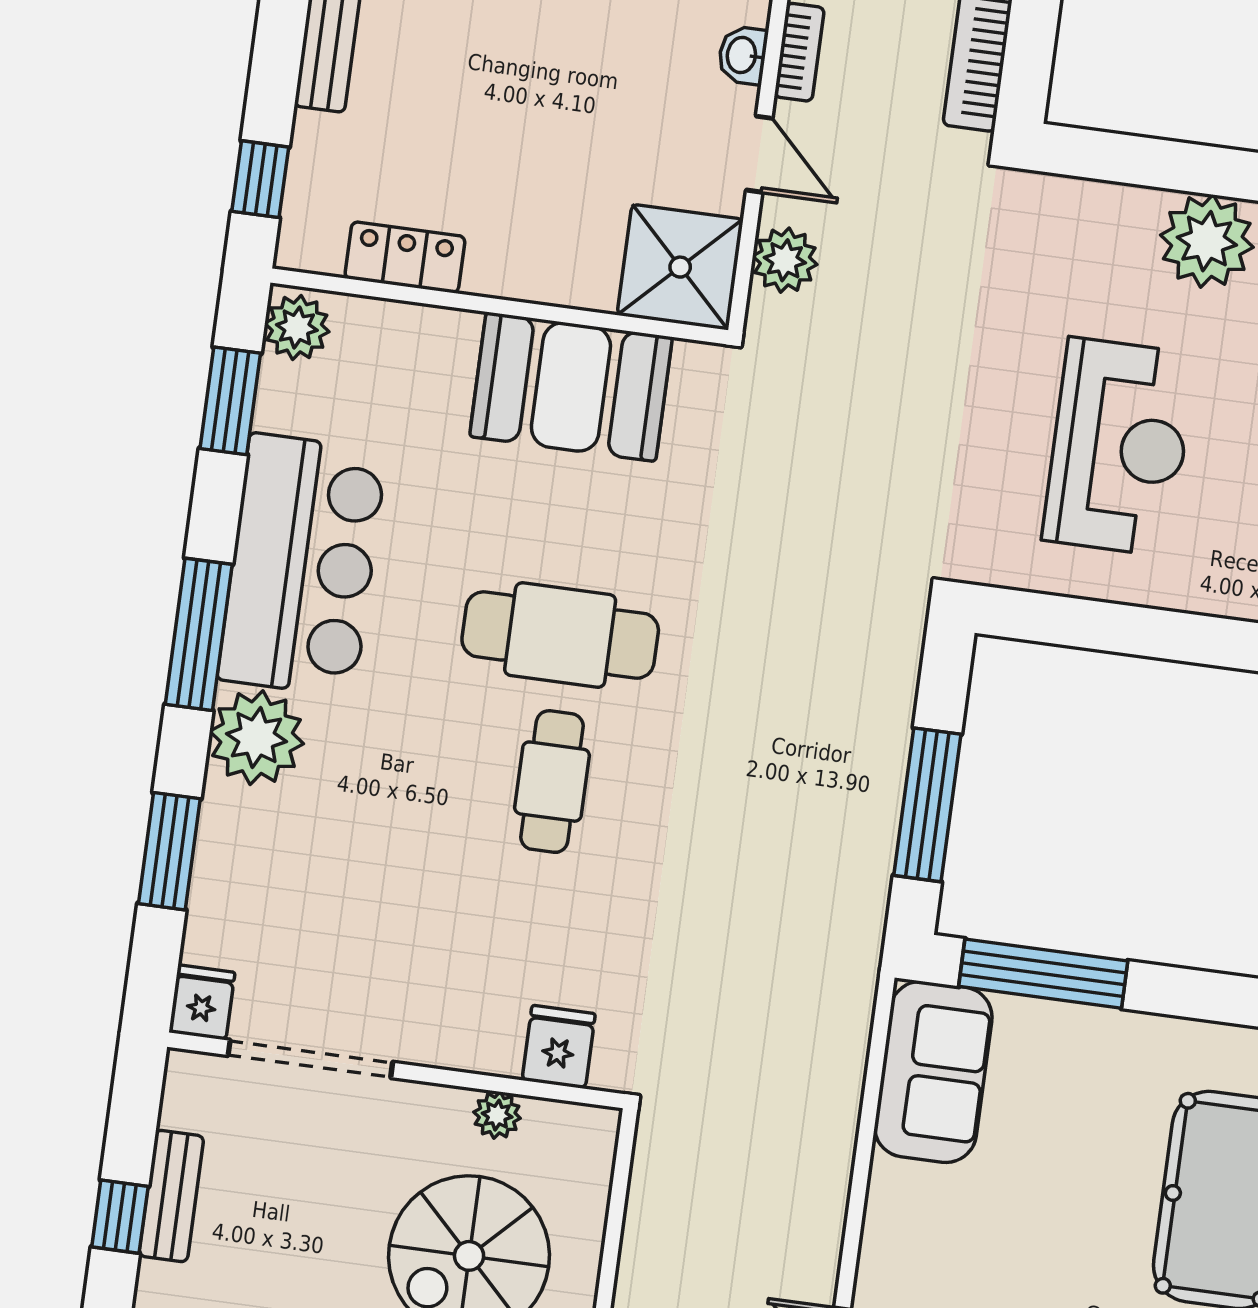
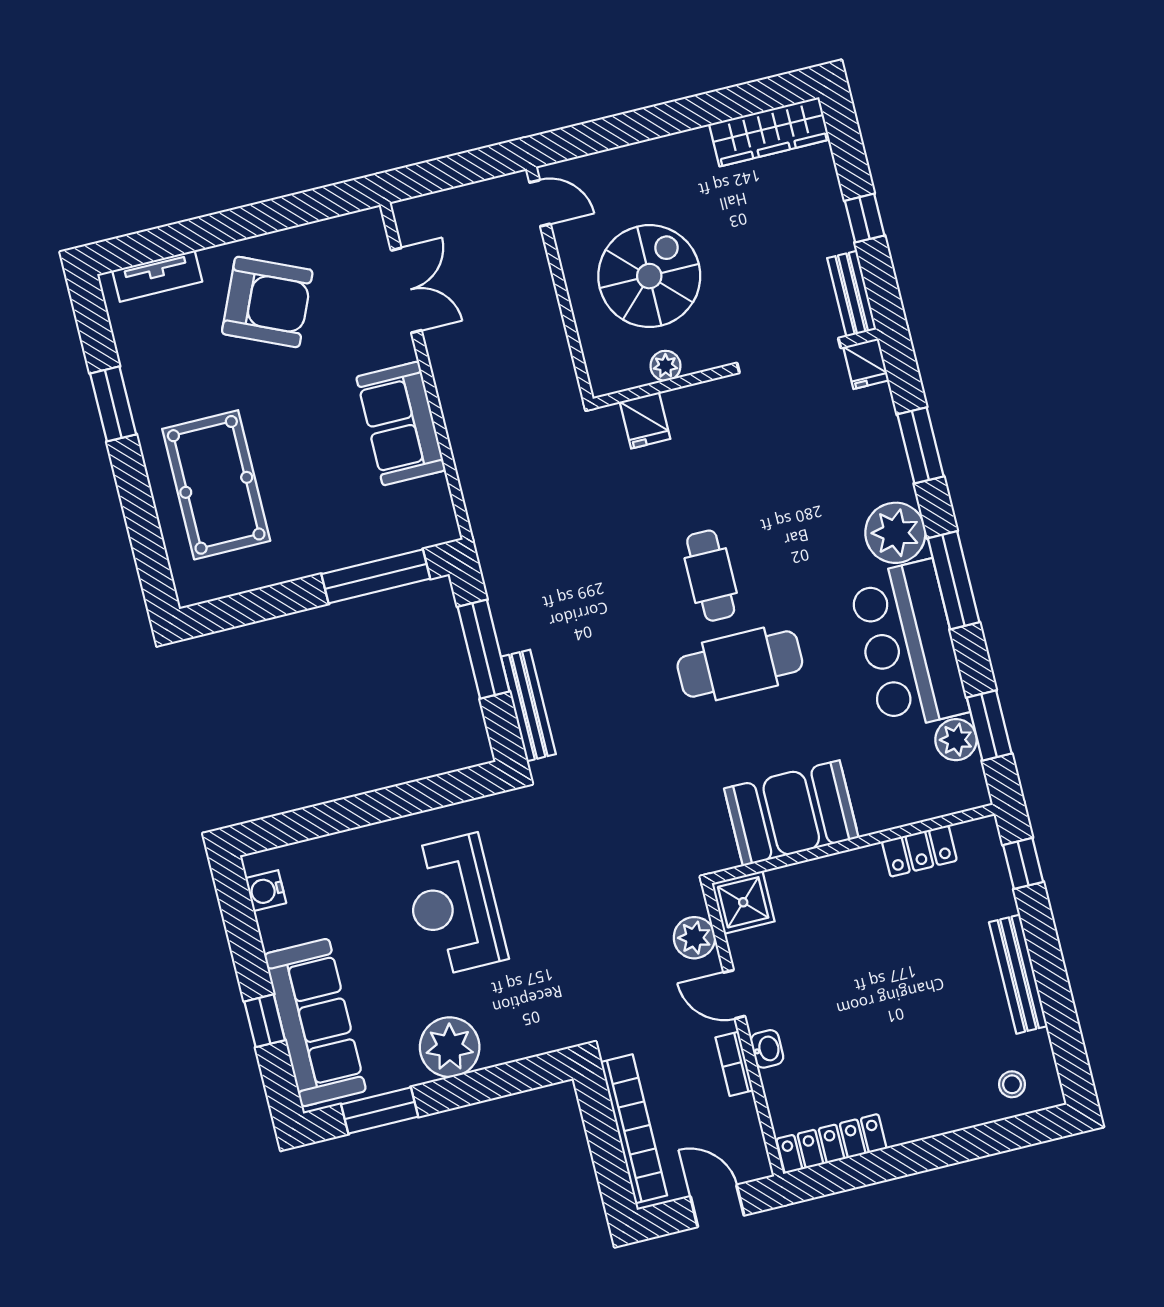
shower: (680, 267) -> (743, 902), width x0.73, depth x0.73
plant: (297, 327) -> (956, 740), moved
bench: (894, 696) -> (528, 705), added
sofa: (933, 1072) -> (401, 423), moved
bench: (171, 1196) -> (852, 294), moved

